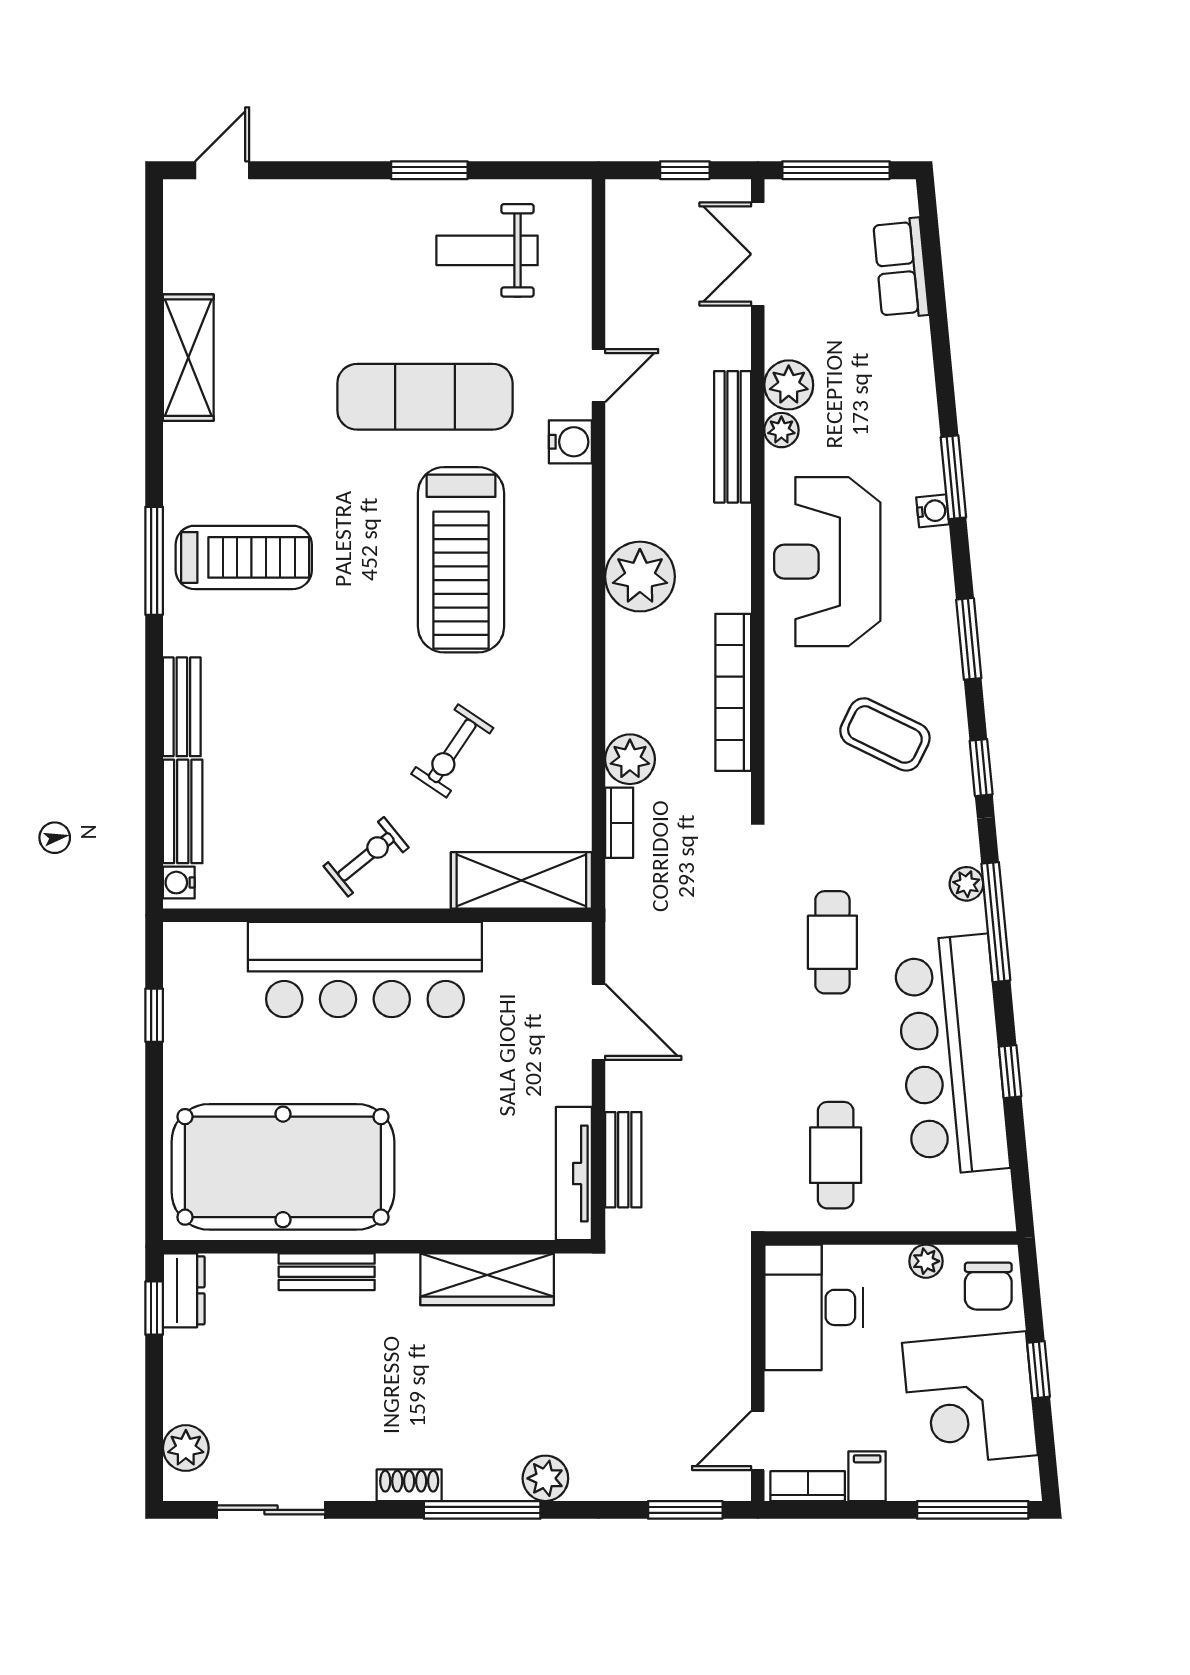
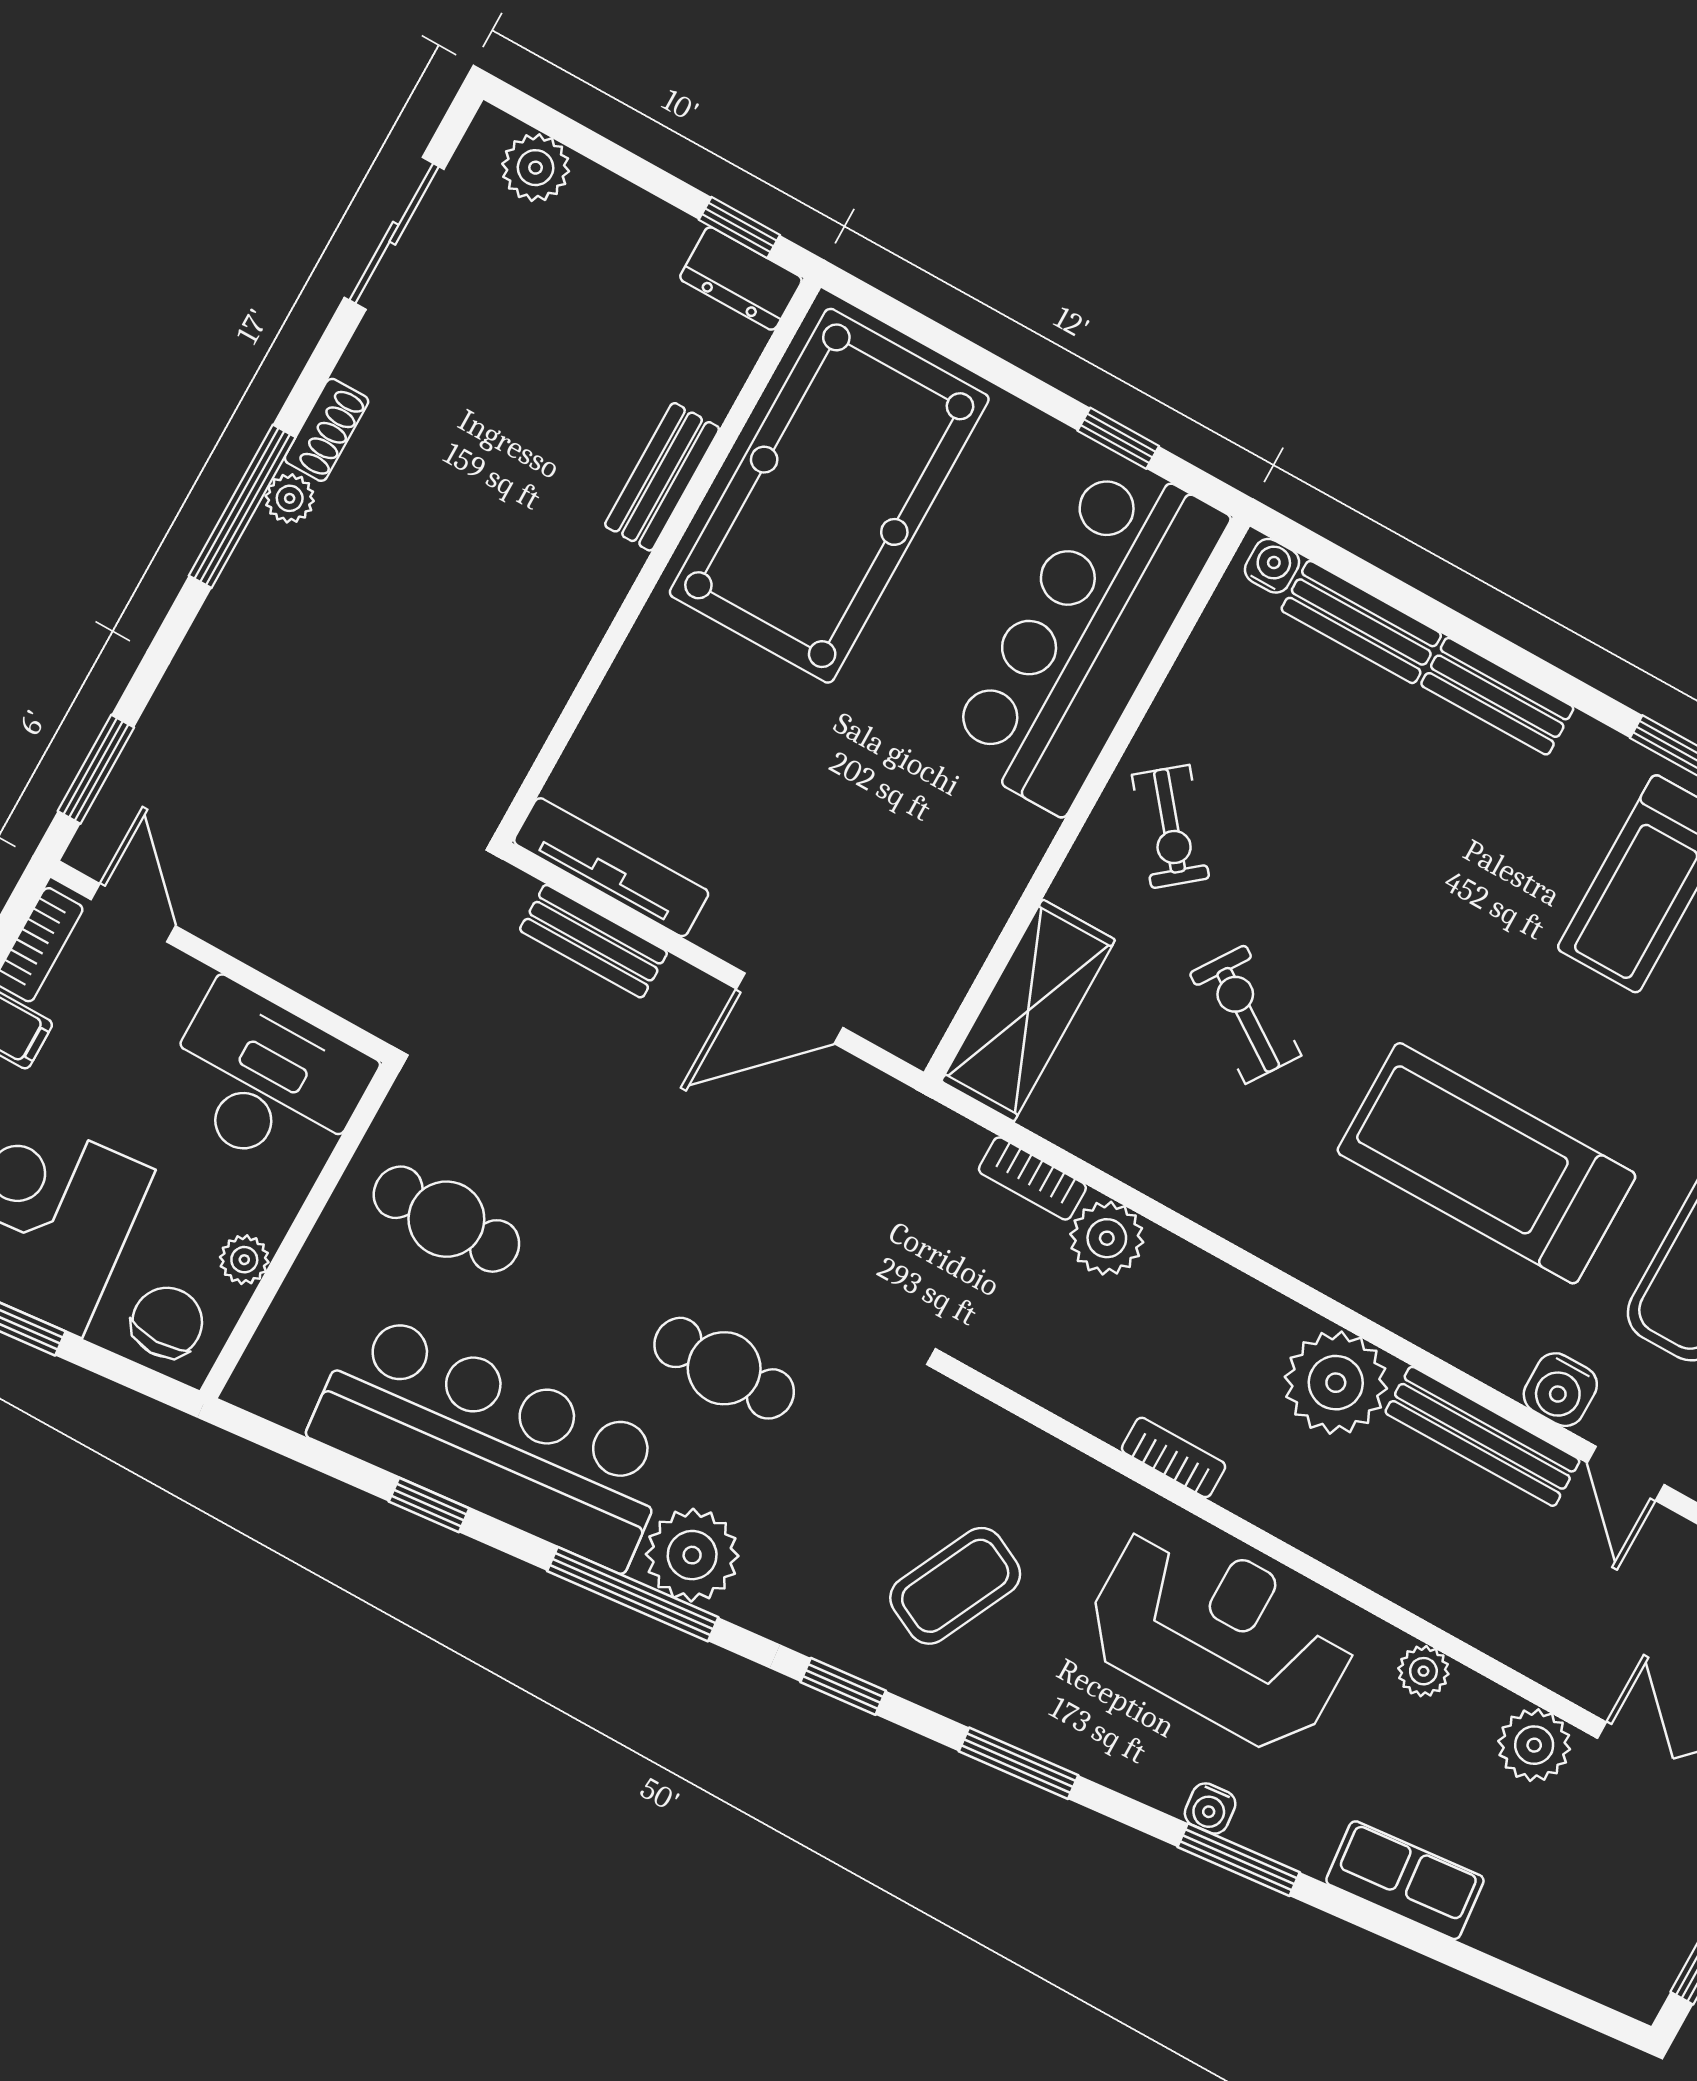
row of seats: (901, 268) -> (1405, 1880), moved
plant: (789, 385) -> (1534, 1745), moved
bench: (733, 437) -> (1482, 1436), moved
bookcase: (733, 692) -> (1174, 1457), width x0.43, depth x0.76
plant: (966, 884) -> (692, 1555), width x1.88, depth x1.88
bar counter: (365, 969) -> (1087, 634), moved
wardrobe: (487, 1279) -> (537, 679), removed
chair: (988, 1286) -> (167, 1322), turned 90
plant: (545, 1478) -> (290, 498), moved, width x0.73, depth x0.73

